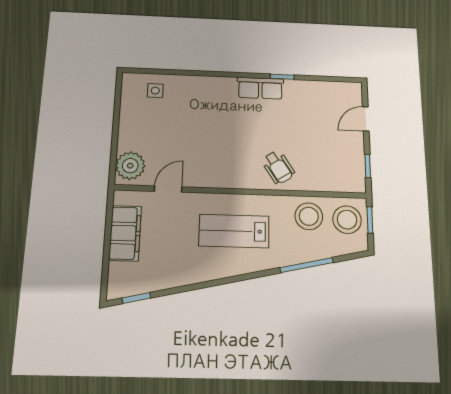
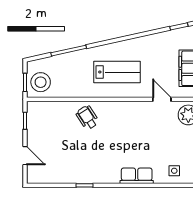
row of seats: (260, 88) -> (137, 176), moved
door: (366, 119) -> (25, 156), hinge flipped
door: (168, 189) -> (162, 99), swing flipped
stool: (309, 216) -> (67, 84), removed

